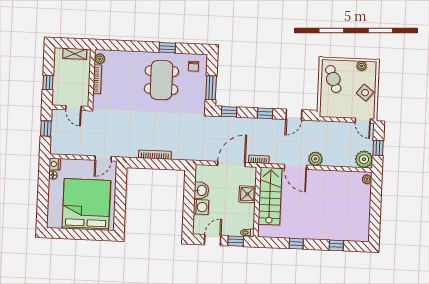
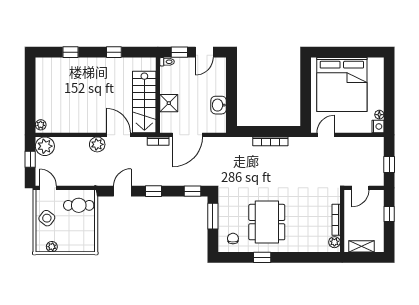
cafe table: (333, 79) -> (79, 205), moved, turned -70
door: (73, 108) -> (360, 188), swing flipped
washing machine: (201, 207) -> (218, 87), removed

